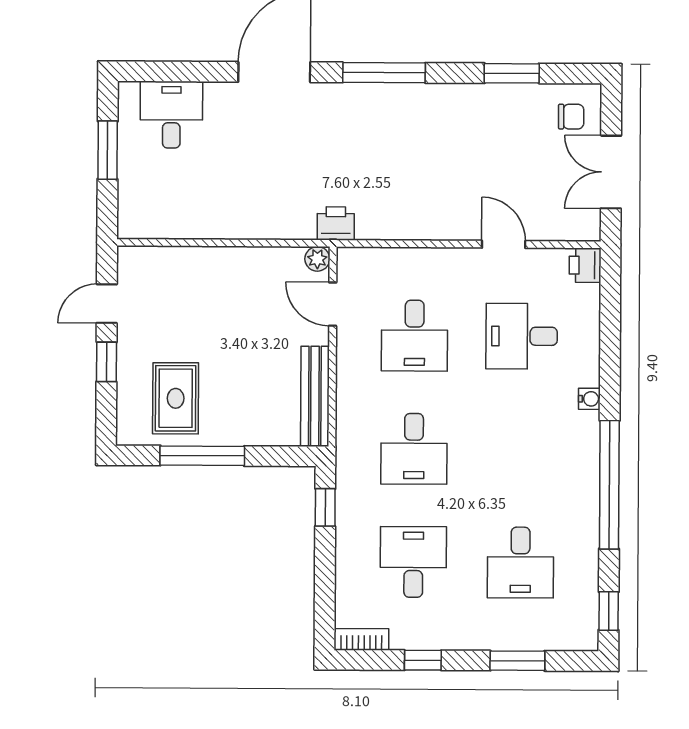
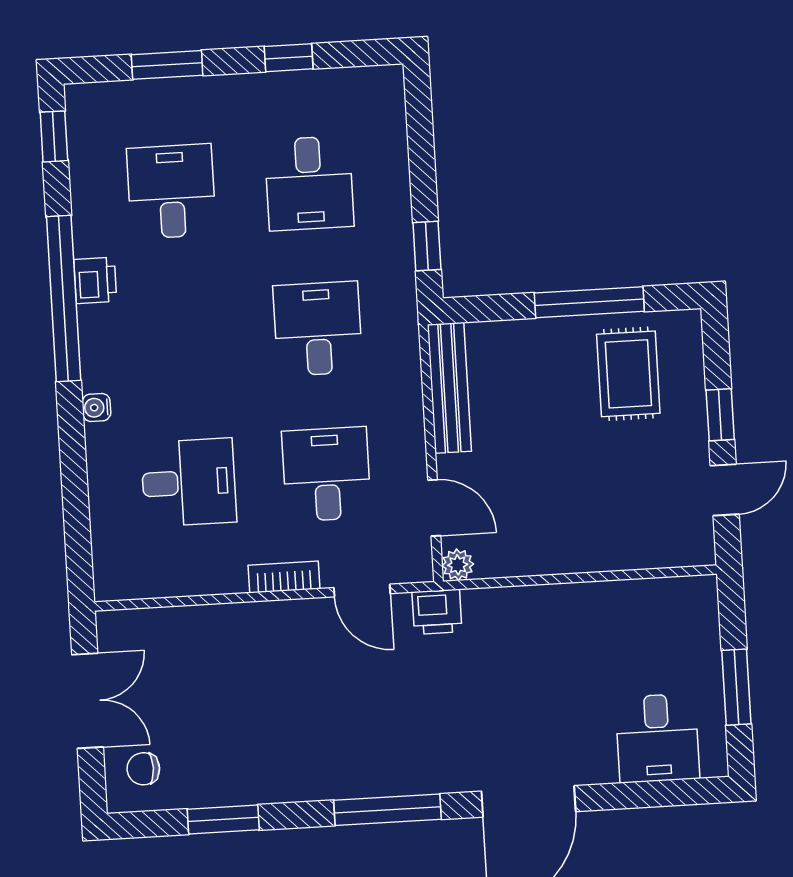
door: (504, 244) -> (362, 591), moved
printer: (585, 265) -> (95, 280), moved
bookcase: (361, 639) -> (284, 577), moved, turned 180

